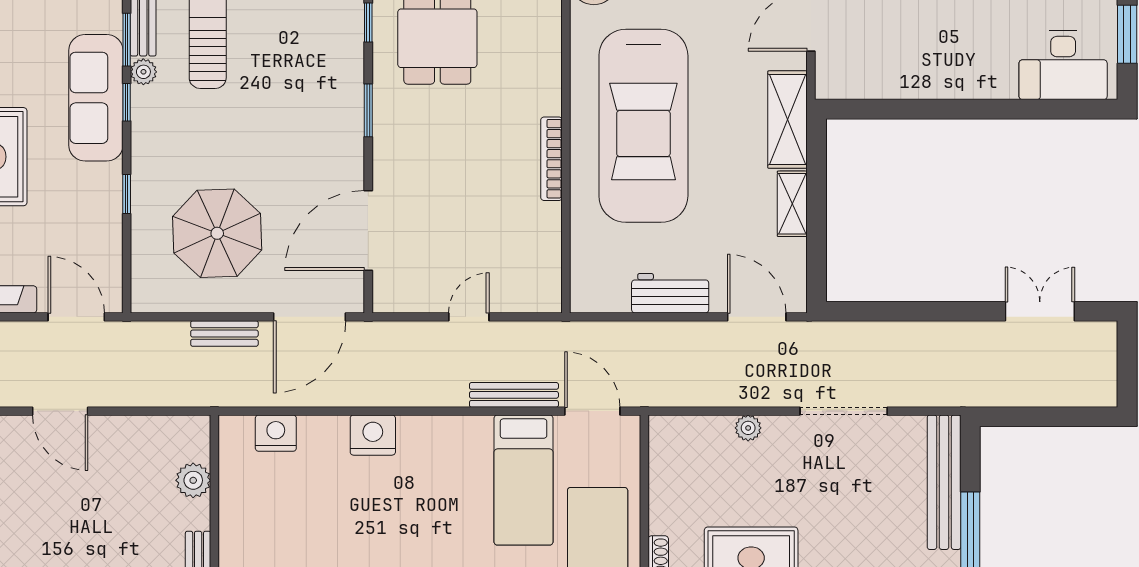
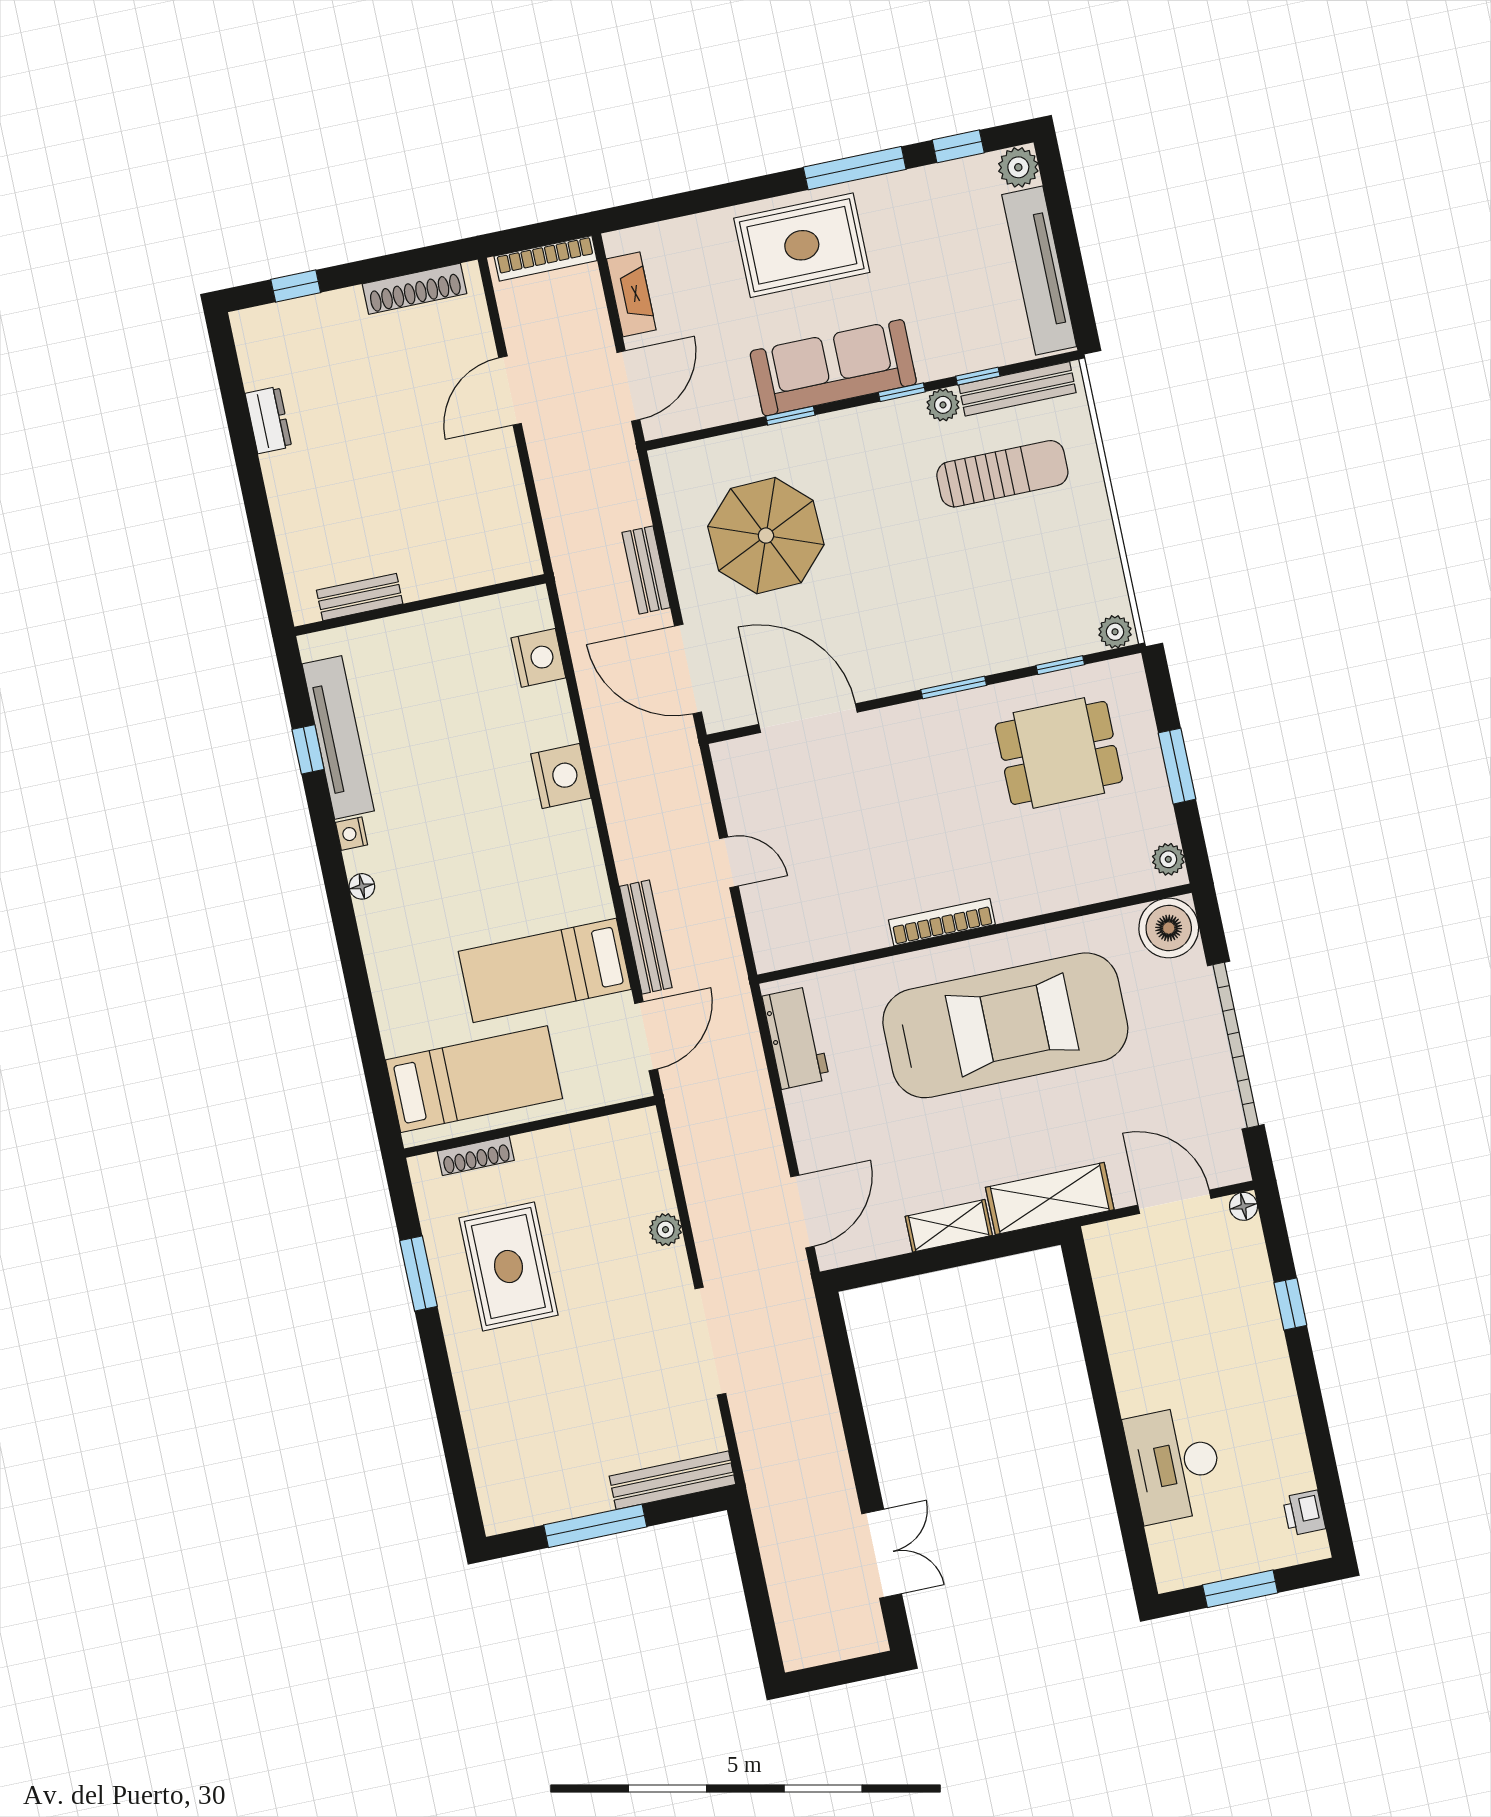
window: (127, 40) -> (978, 376), width x0.67
desk: (1063, 65) -> (1175, 1464), moved
sofa: (96, 98) -> (833, 368), moved
car: (643, 126) -> (1005, 1025), turned 180
workbench: (670, 293) -> (796, 1038), moved
plant: (193, 480) -> (460, 570), removed
bench: (944, 482) -> (672, 1480), width x0.73, depth x0.82

